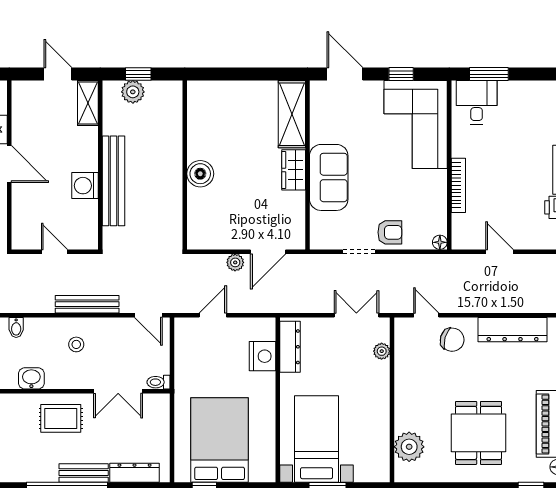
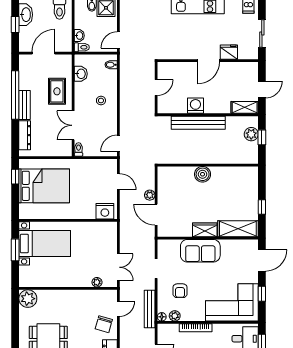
window: (255, 74) -> (262, 207), added
plant: (438, 220) -> (175, 316), added
armchair: (390, 232) -> (180, 291), moved
bench: (87, 304) -> (150, 309), moved
dresser: (290, 347) -> (100, 228), removed
nightstand: (263, 356) -> (105, 211), moved
plant: (409, 447) -> (28, 299), moved

